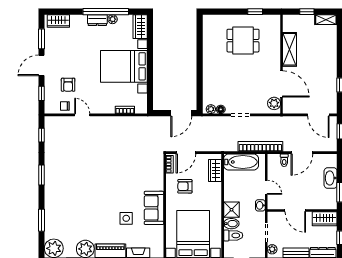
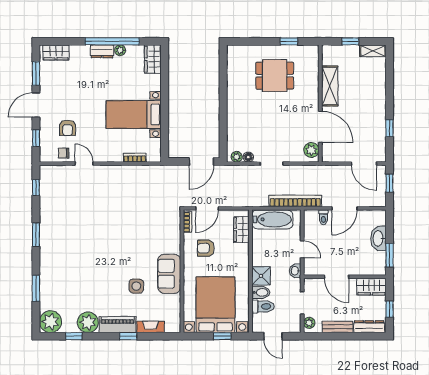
bed with nightstands: (124, 66) -> (134, 114), width x0.73

